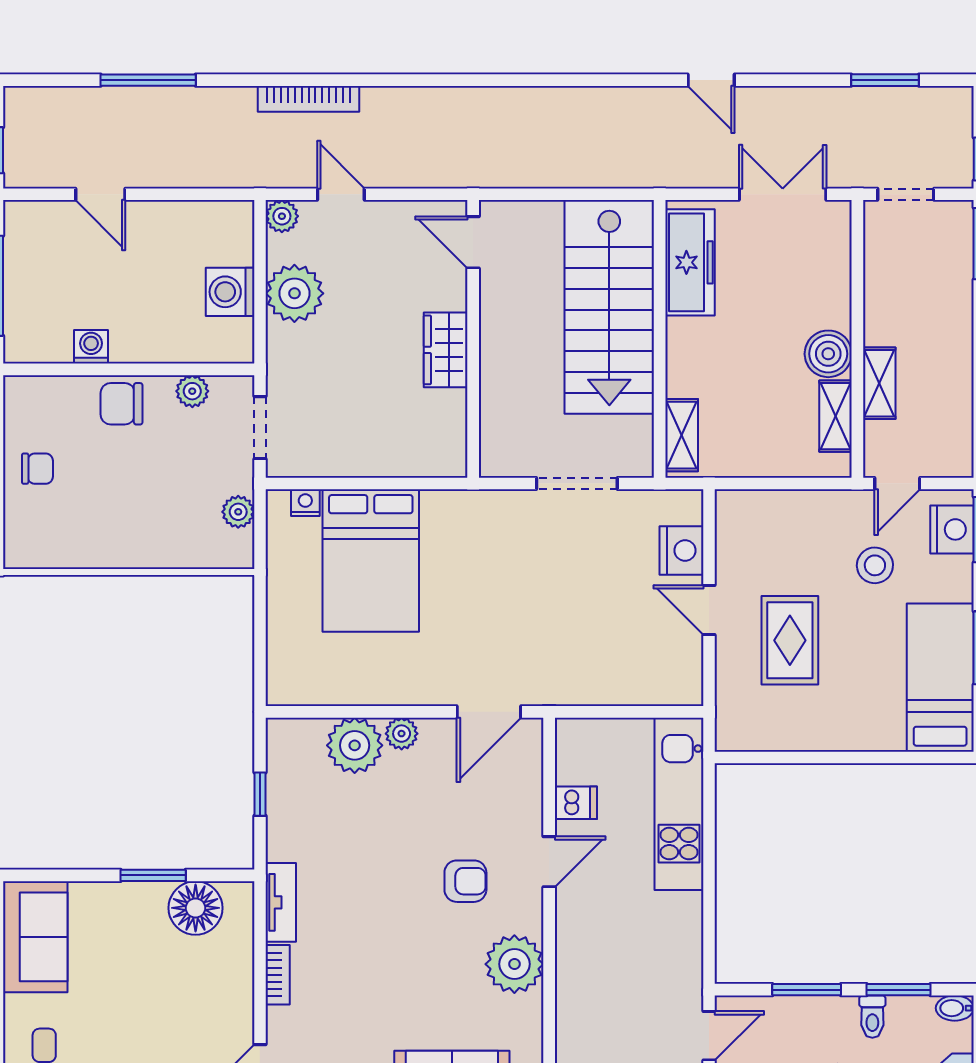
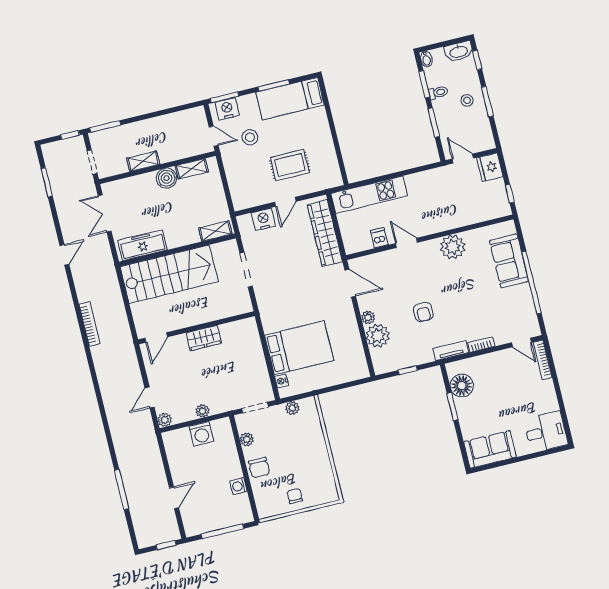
bookcase: (309, 99) -> (89, 324), moved
plant: (294, 293) -> (202, 411), width x0.53, depth x0.53
shelving: (879, 383) -> (143, 161), moved
wardrobe: (616, 682) -> (325, 233), added
armchair: (465, 881) -> (423, 312), moved, turned 180

